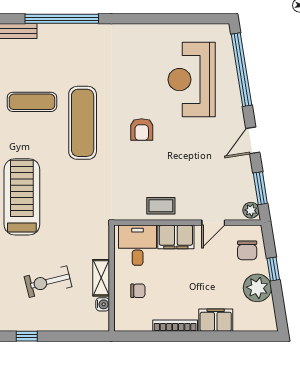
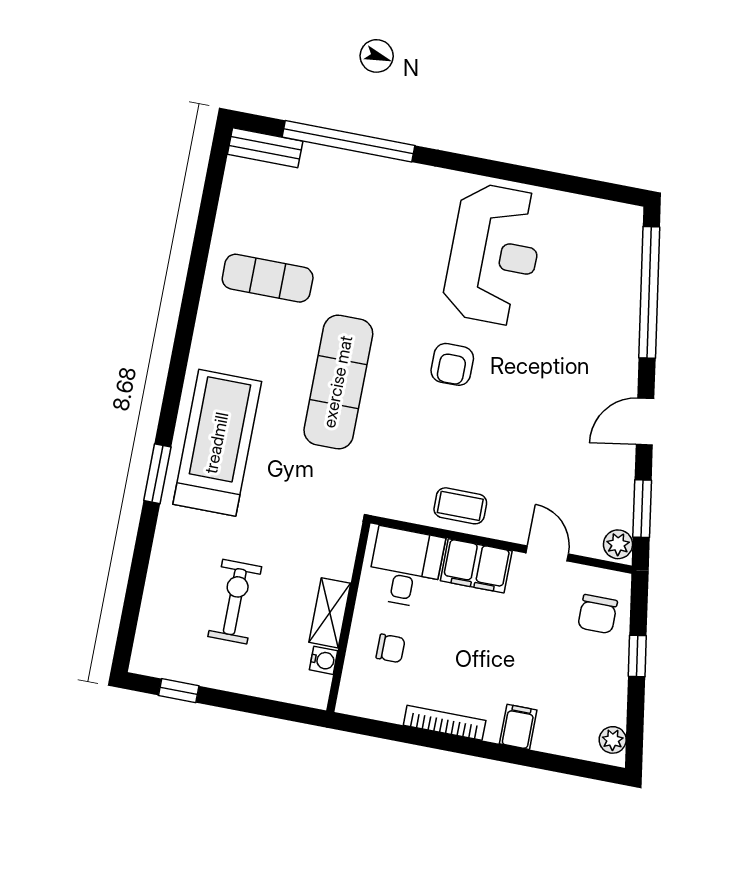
reception desk: (192, 80) -> (494, 254), moved, turned 180
exercise mat: (83, 123) -> (338, 382), moved
door: (213, 223) -> (547, 553), swing flipped
exercise bike: (48, 282) -> (235, 602), turned 104
plant: (257, 288) -> (613, 740), moved, width x0.53, depth x0.53
filing cabinet: (216, 320) -> (518, 727), width x0.50

